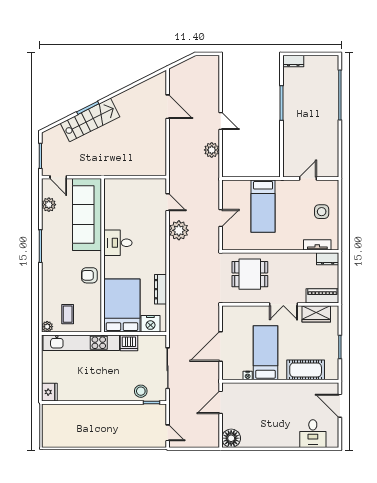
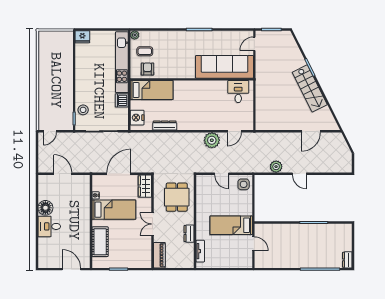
dresser: (293, 61) -> (347, 260), moved
stairs: (90, 120) -> (310, 88), moved
door: (221, 121) -> (299, 174), hinge flipped
plant: (49, 205) -> (232, 36), removed
bed: (263, 206) -> (231, 225), moved
side table: (322, 212) -> (244, 184), moved
desk: (118, 243) -> (238, 92), moved
dresser: (328, 259) -> (189, 234), moved
armchair: (89, 275) -> (148, 69), moved
bed: (122, 306) -> (152, 90), width x0.67
wardrobe: (316, 314) -> (145, 186), moved
door: (221, 347) -> (119, 174), hinge flipped
door: (221, 402) -> (63, 174), moved
door: (340, 406) -> (71, 269), hinge flipped
desk: (313, 434) -> (49, 226), moved
floor lamp: (231, 438) -> (45, 208), moved

